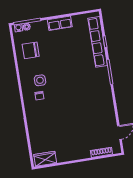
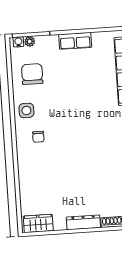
chair: (31, 50) -> (32, 74), turned 90
side table: (40, 80) -> (26, 110), moved
dresser: (78, 155) -> (83, 222), added

